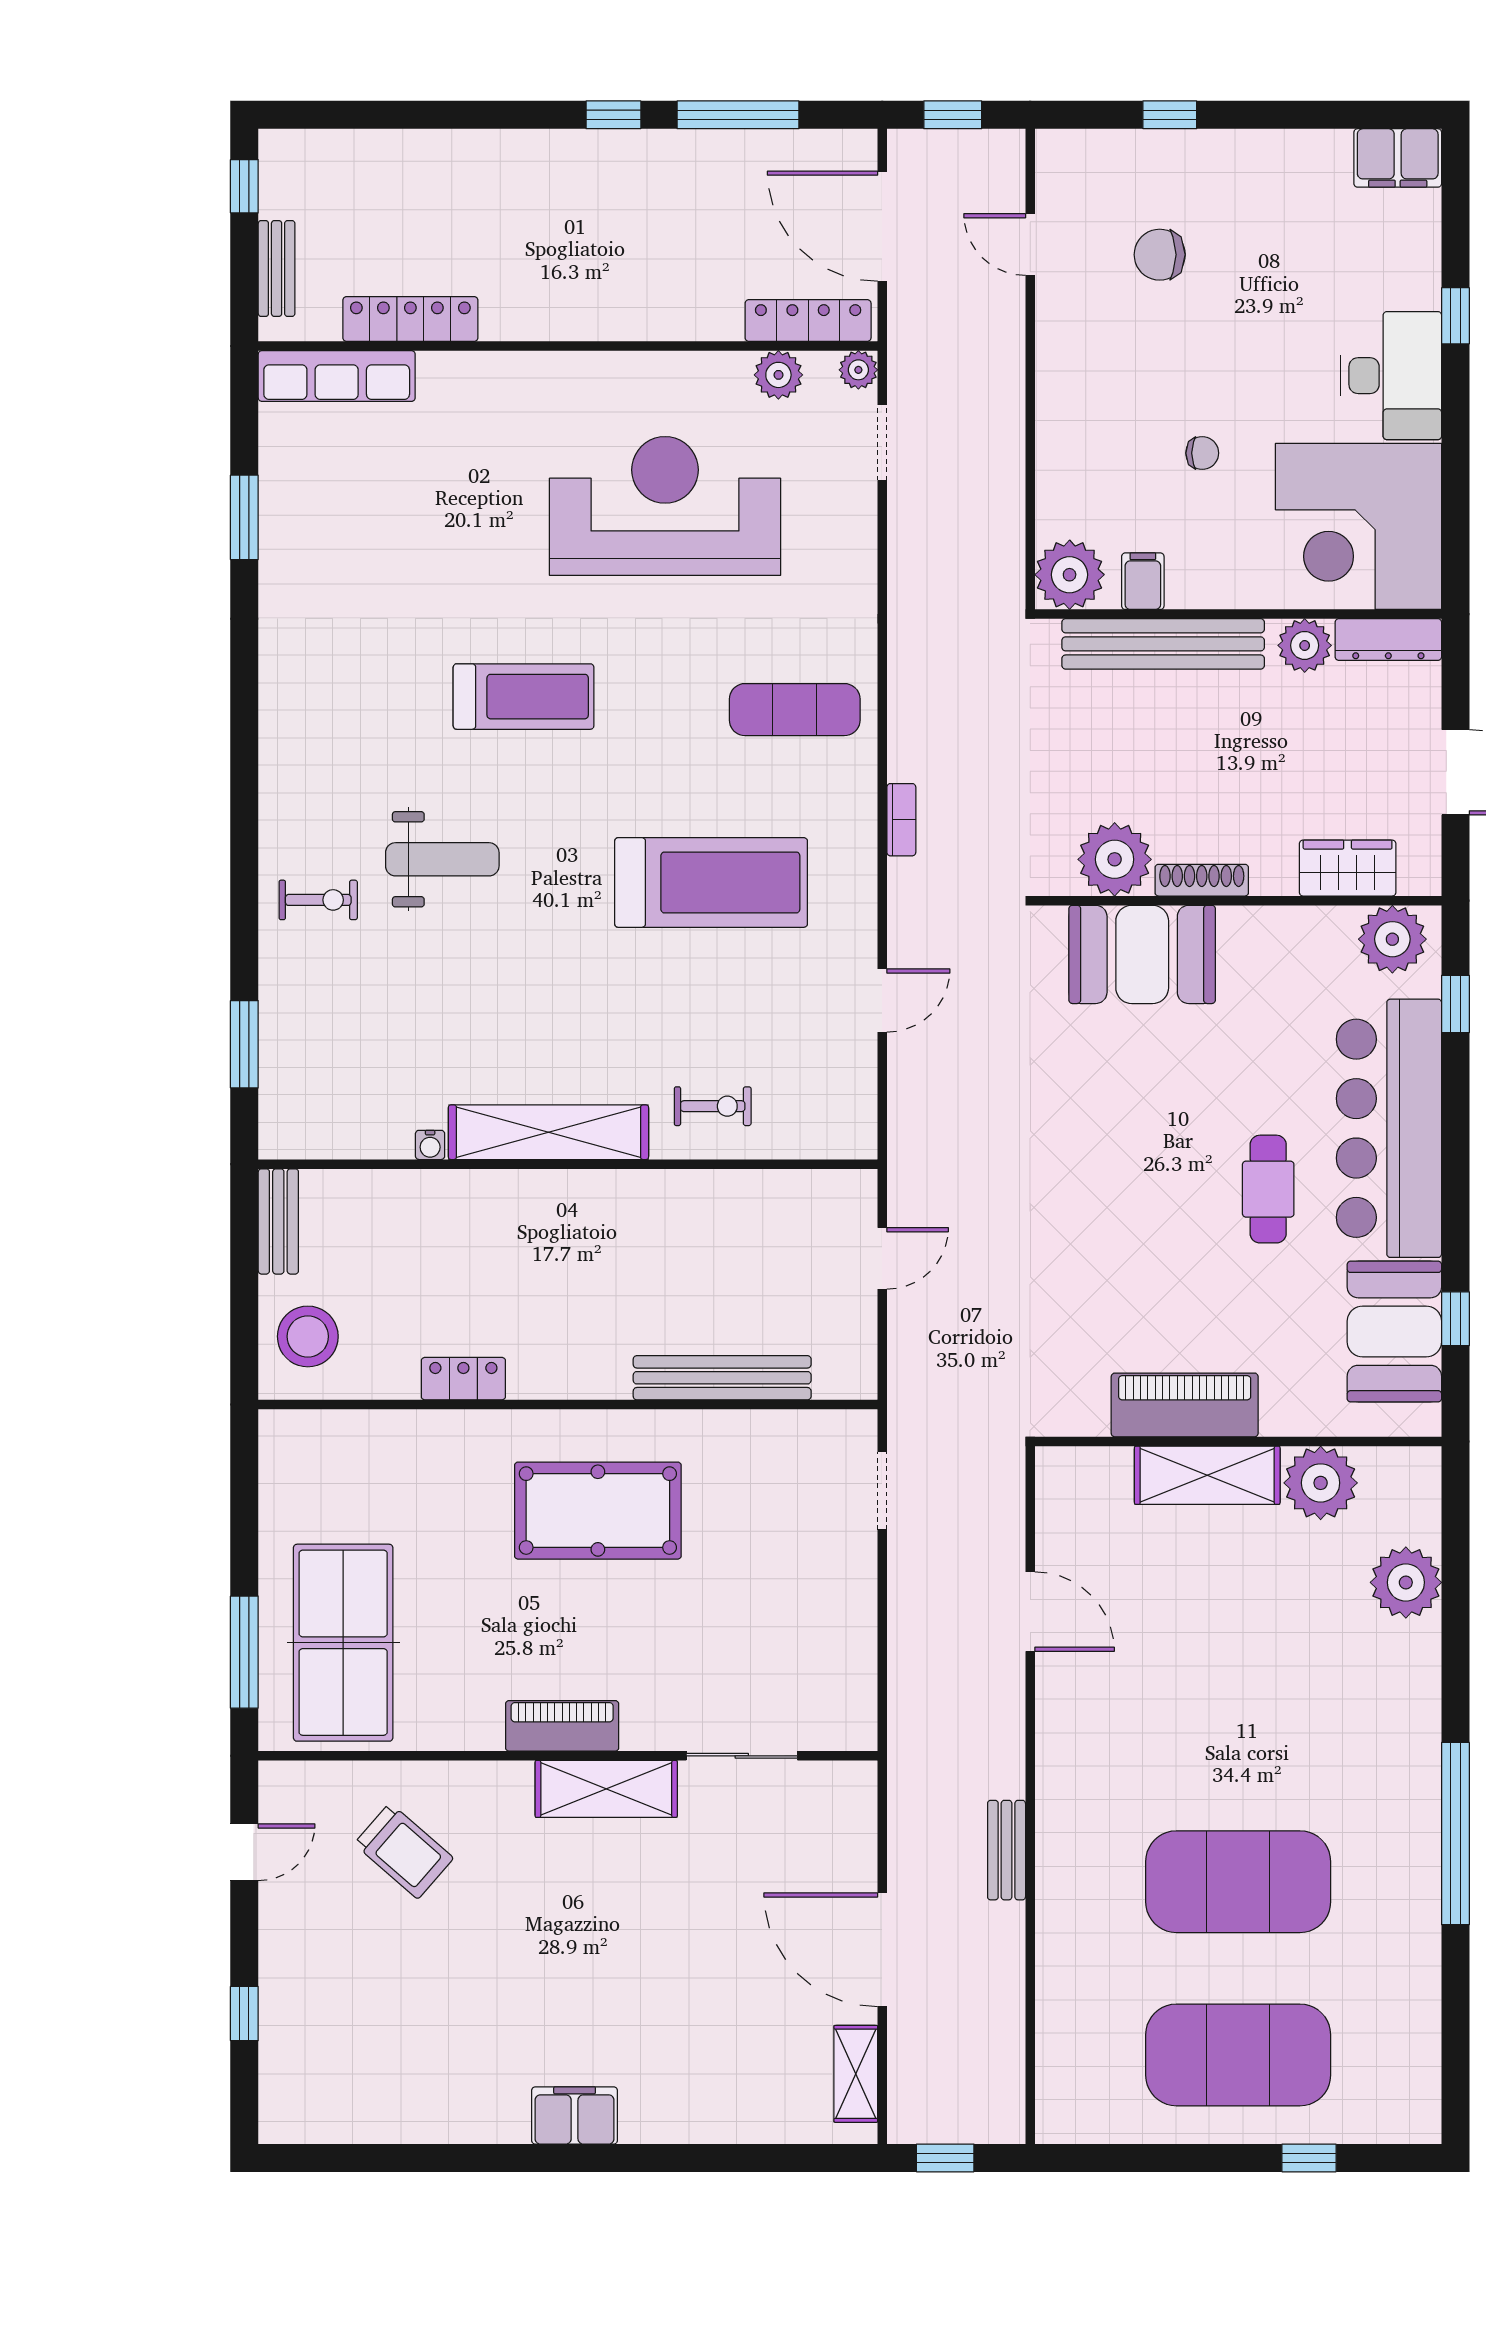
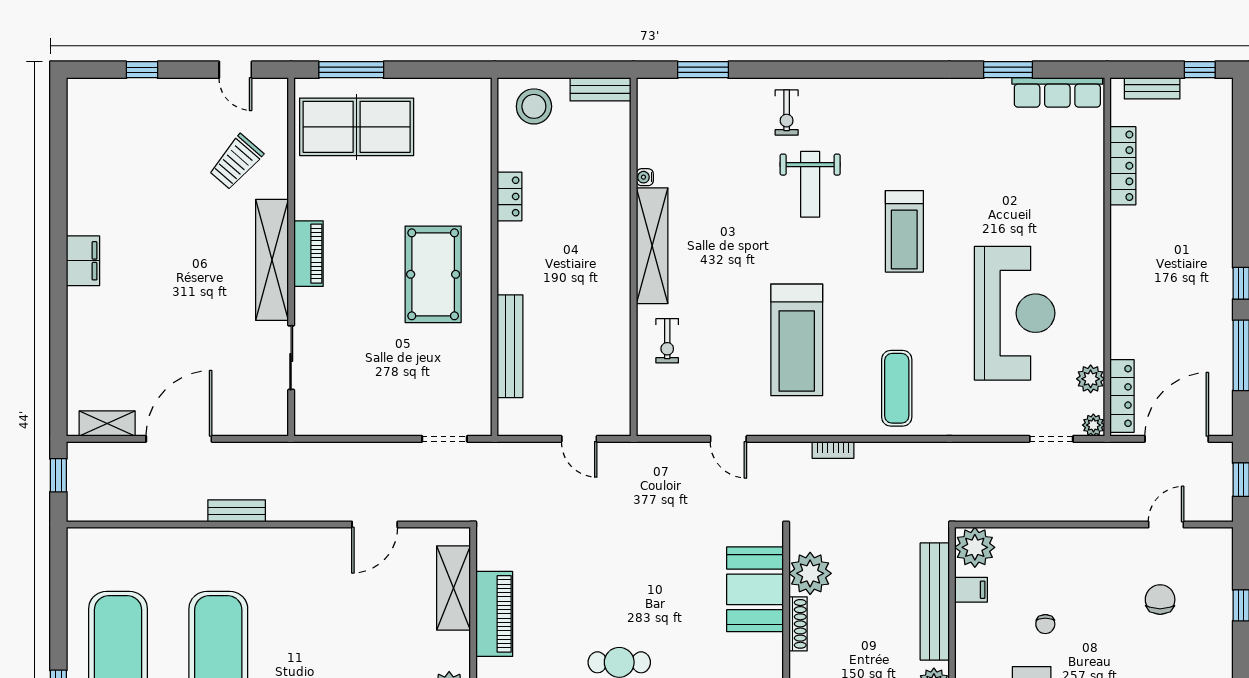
row of seats: (337, 376) -> (1057, 92), moved, turned -90
shelving: (1207, 1475) -> (454, 588), moved
shelving: (606, 1789) -> (272, 260), width x1.47

